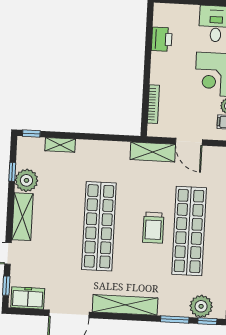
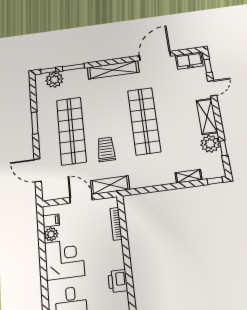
trolley: (153, 228) -> (106, 149), moved

